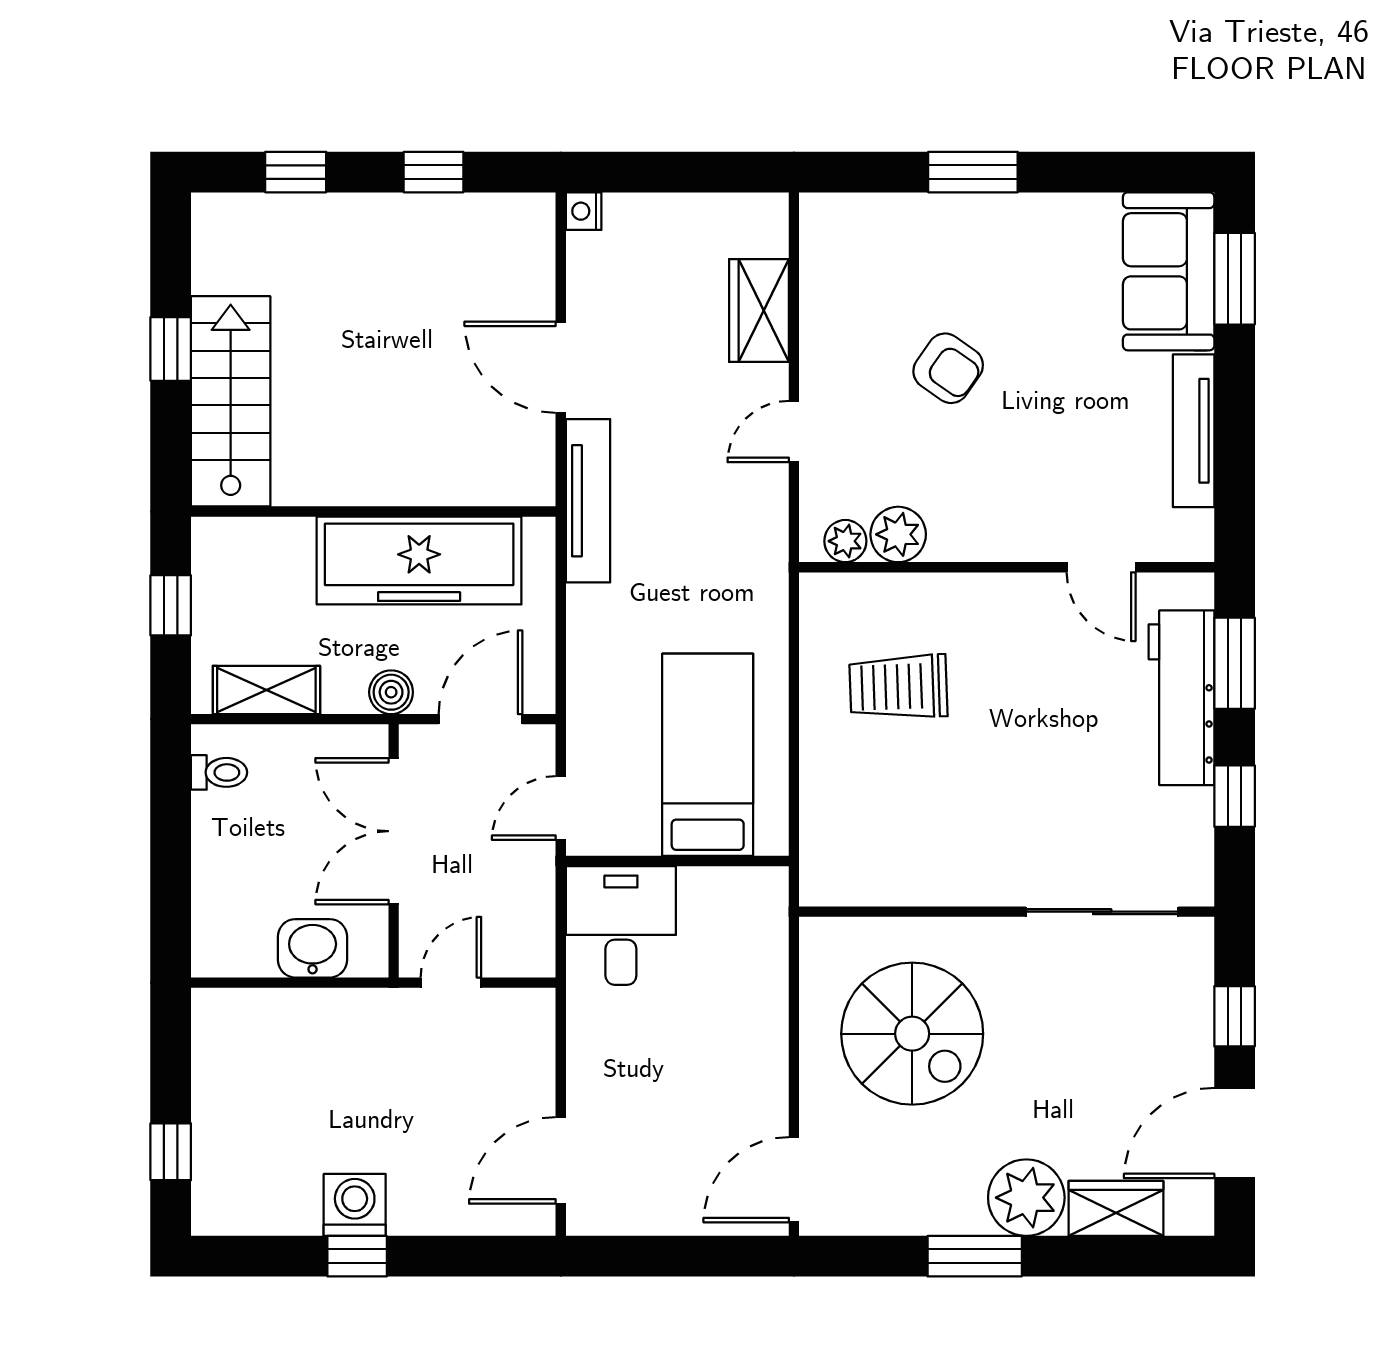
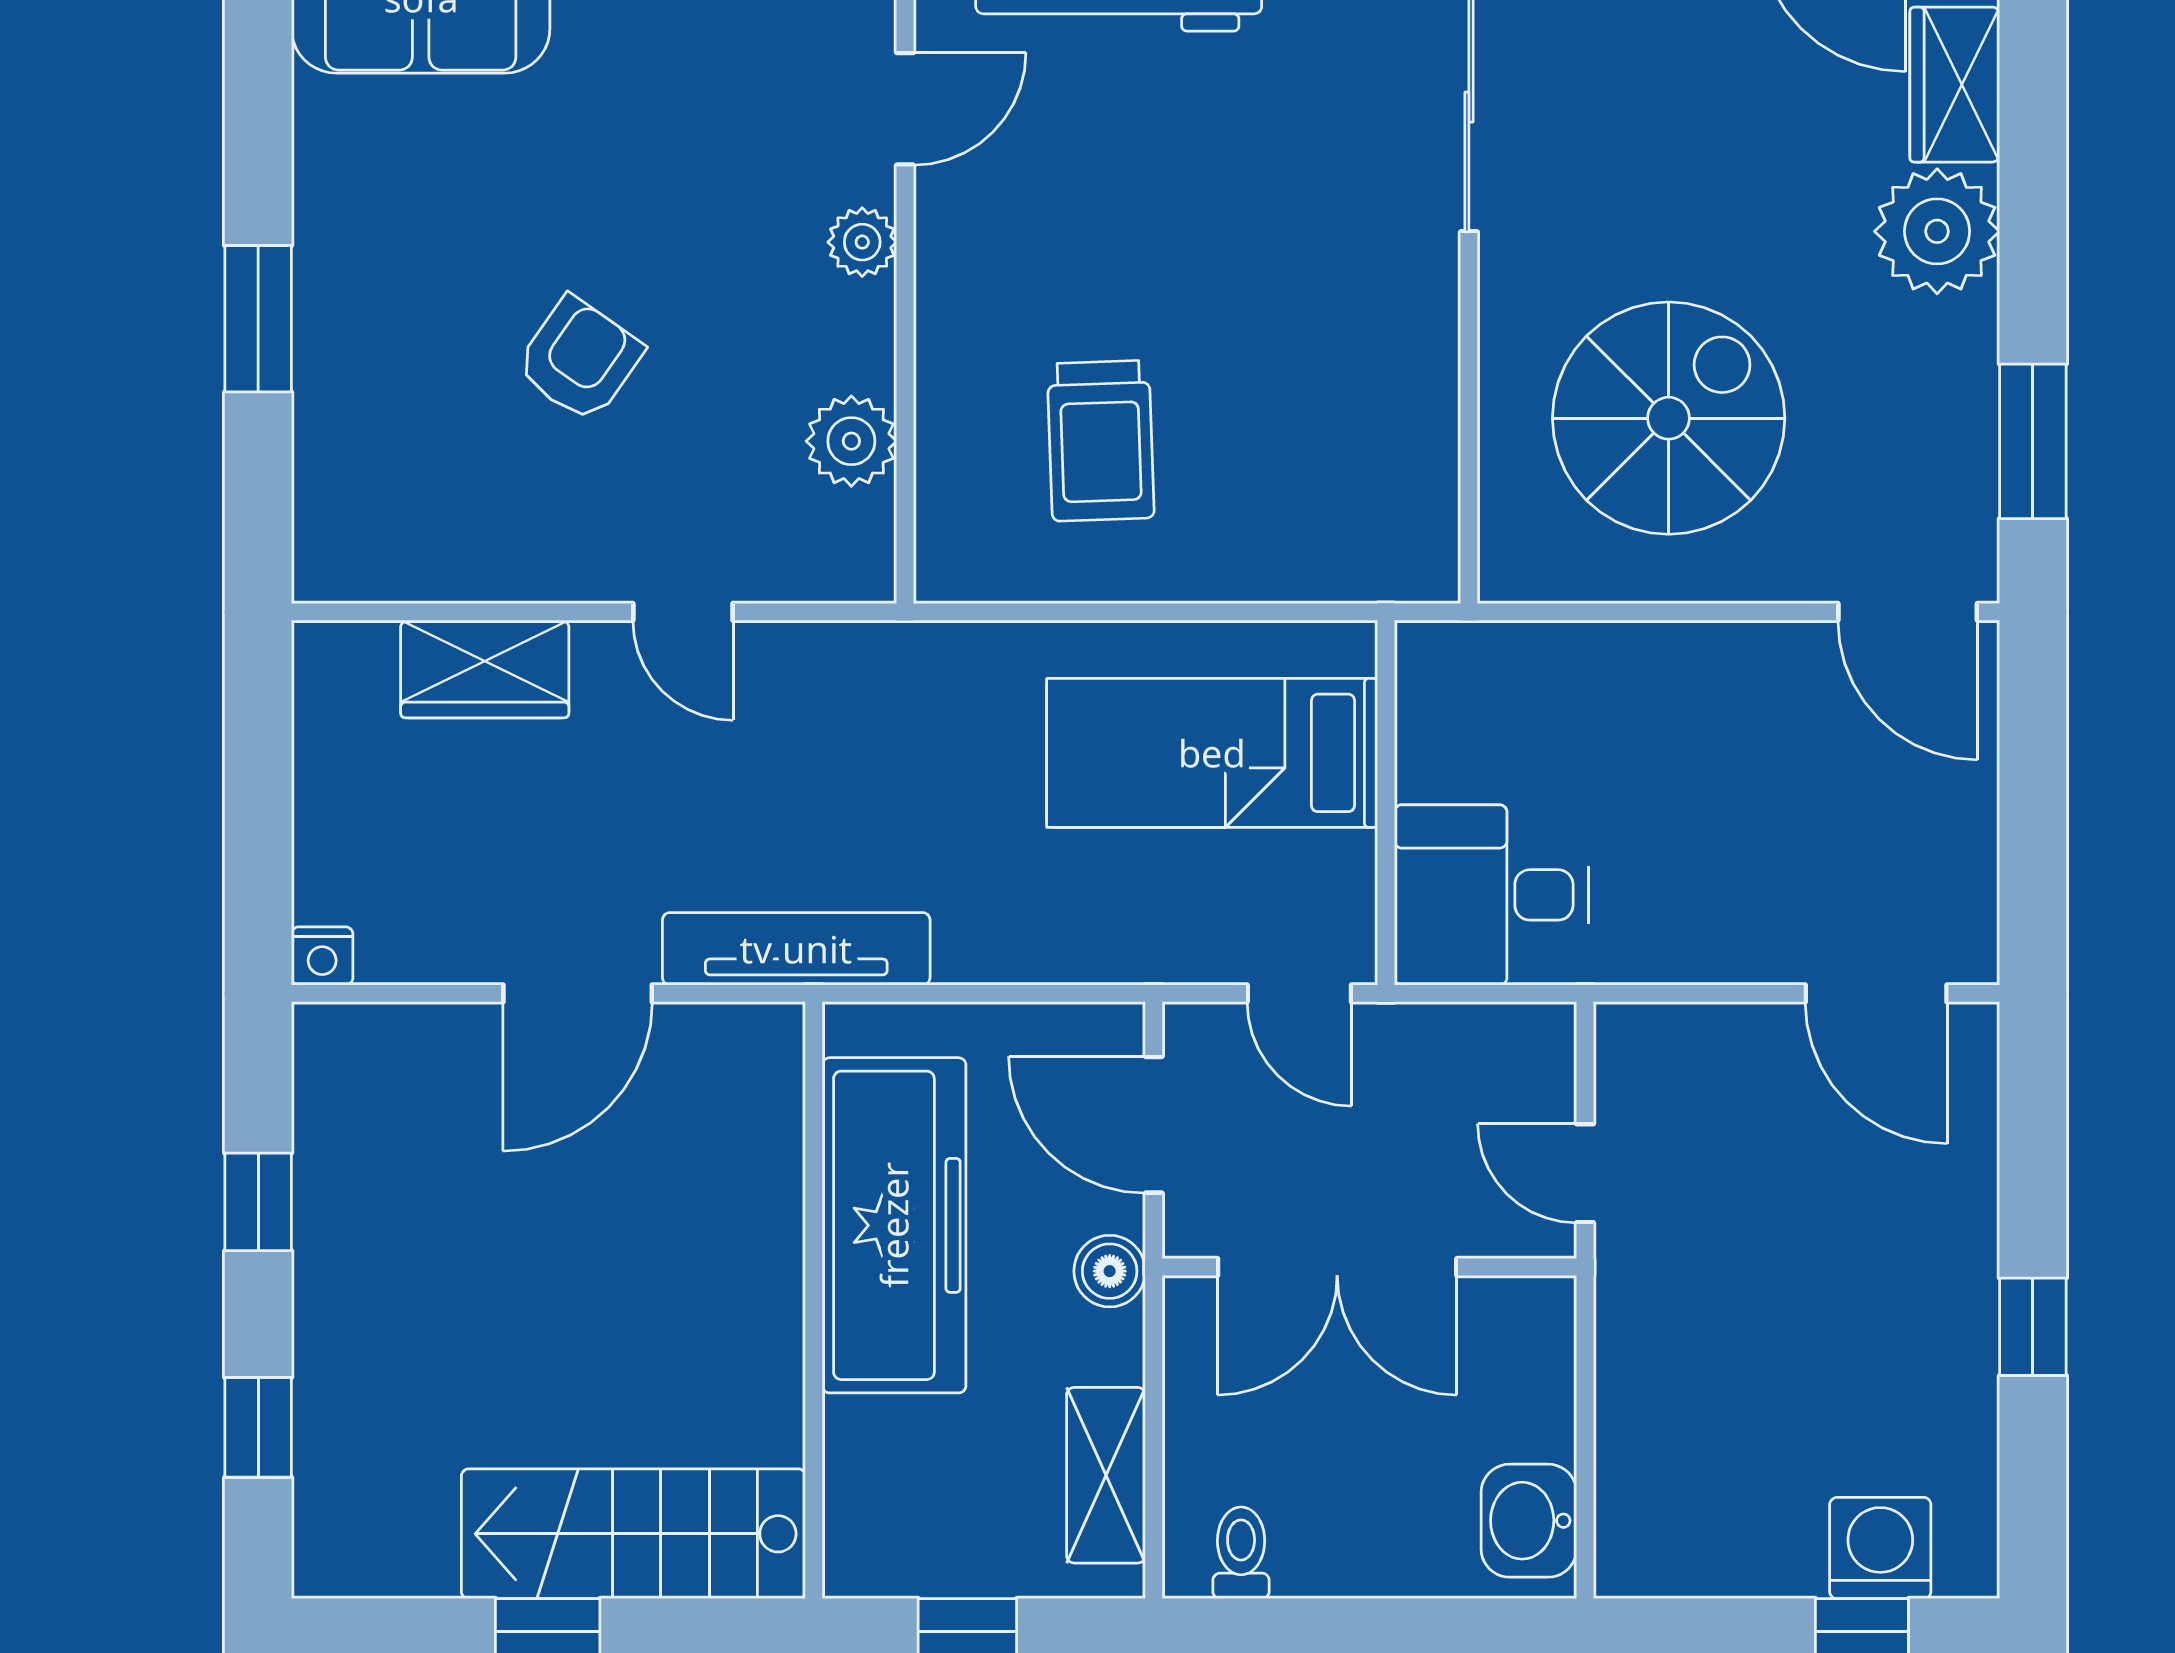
plant: (845, 541) -> (862, 242), moved
washbasin: (313, 948) -> (1529, 1521), moved
washing machine: (355, 1205) -> (1880, 1548), moved, turned 90
window: (975, 1256) -> (2033, 441), moved

